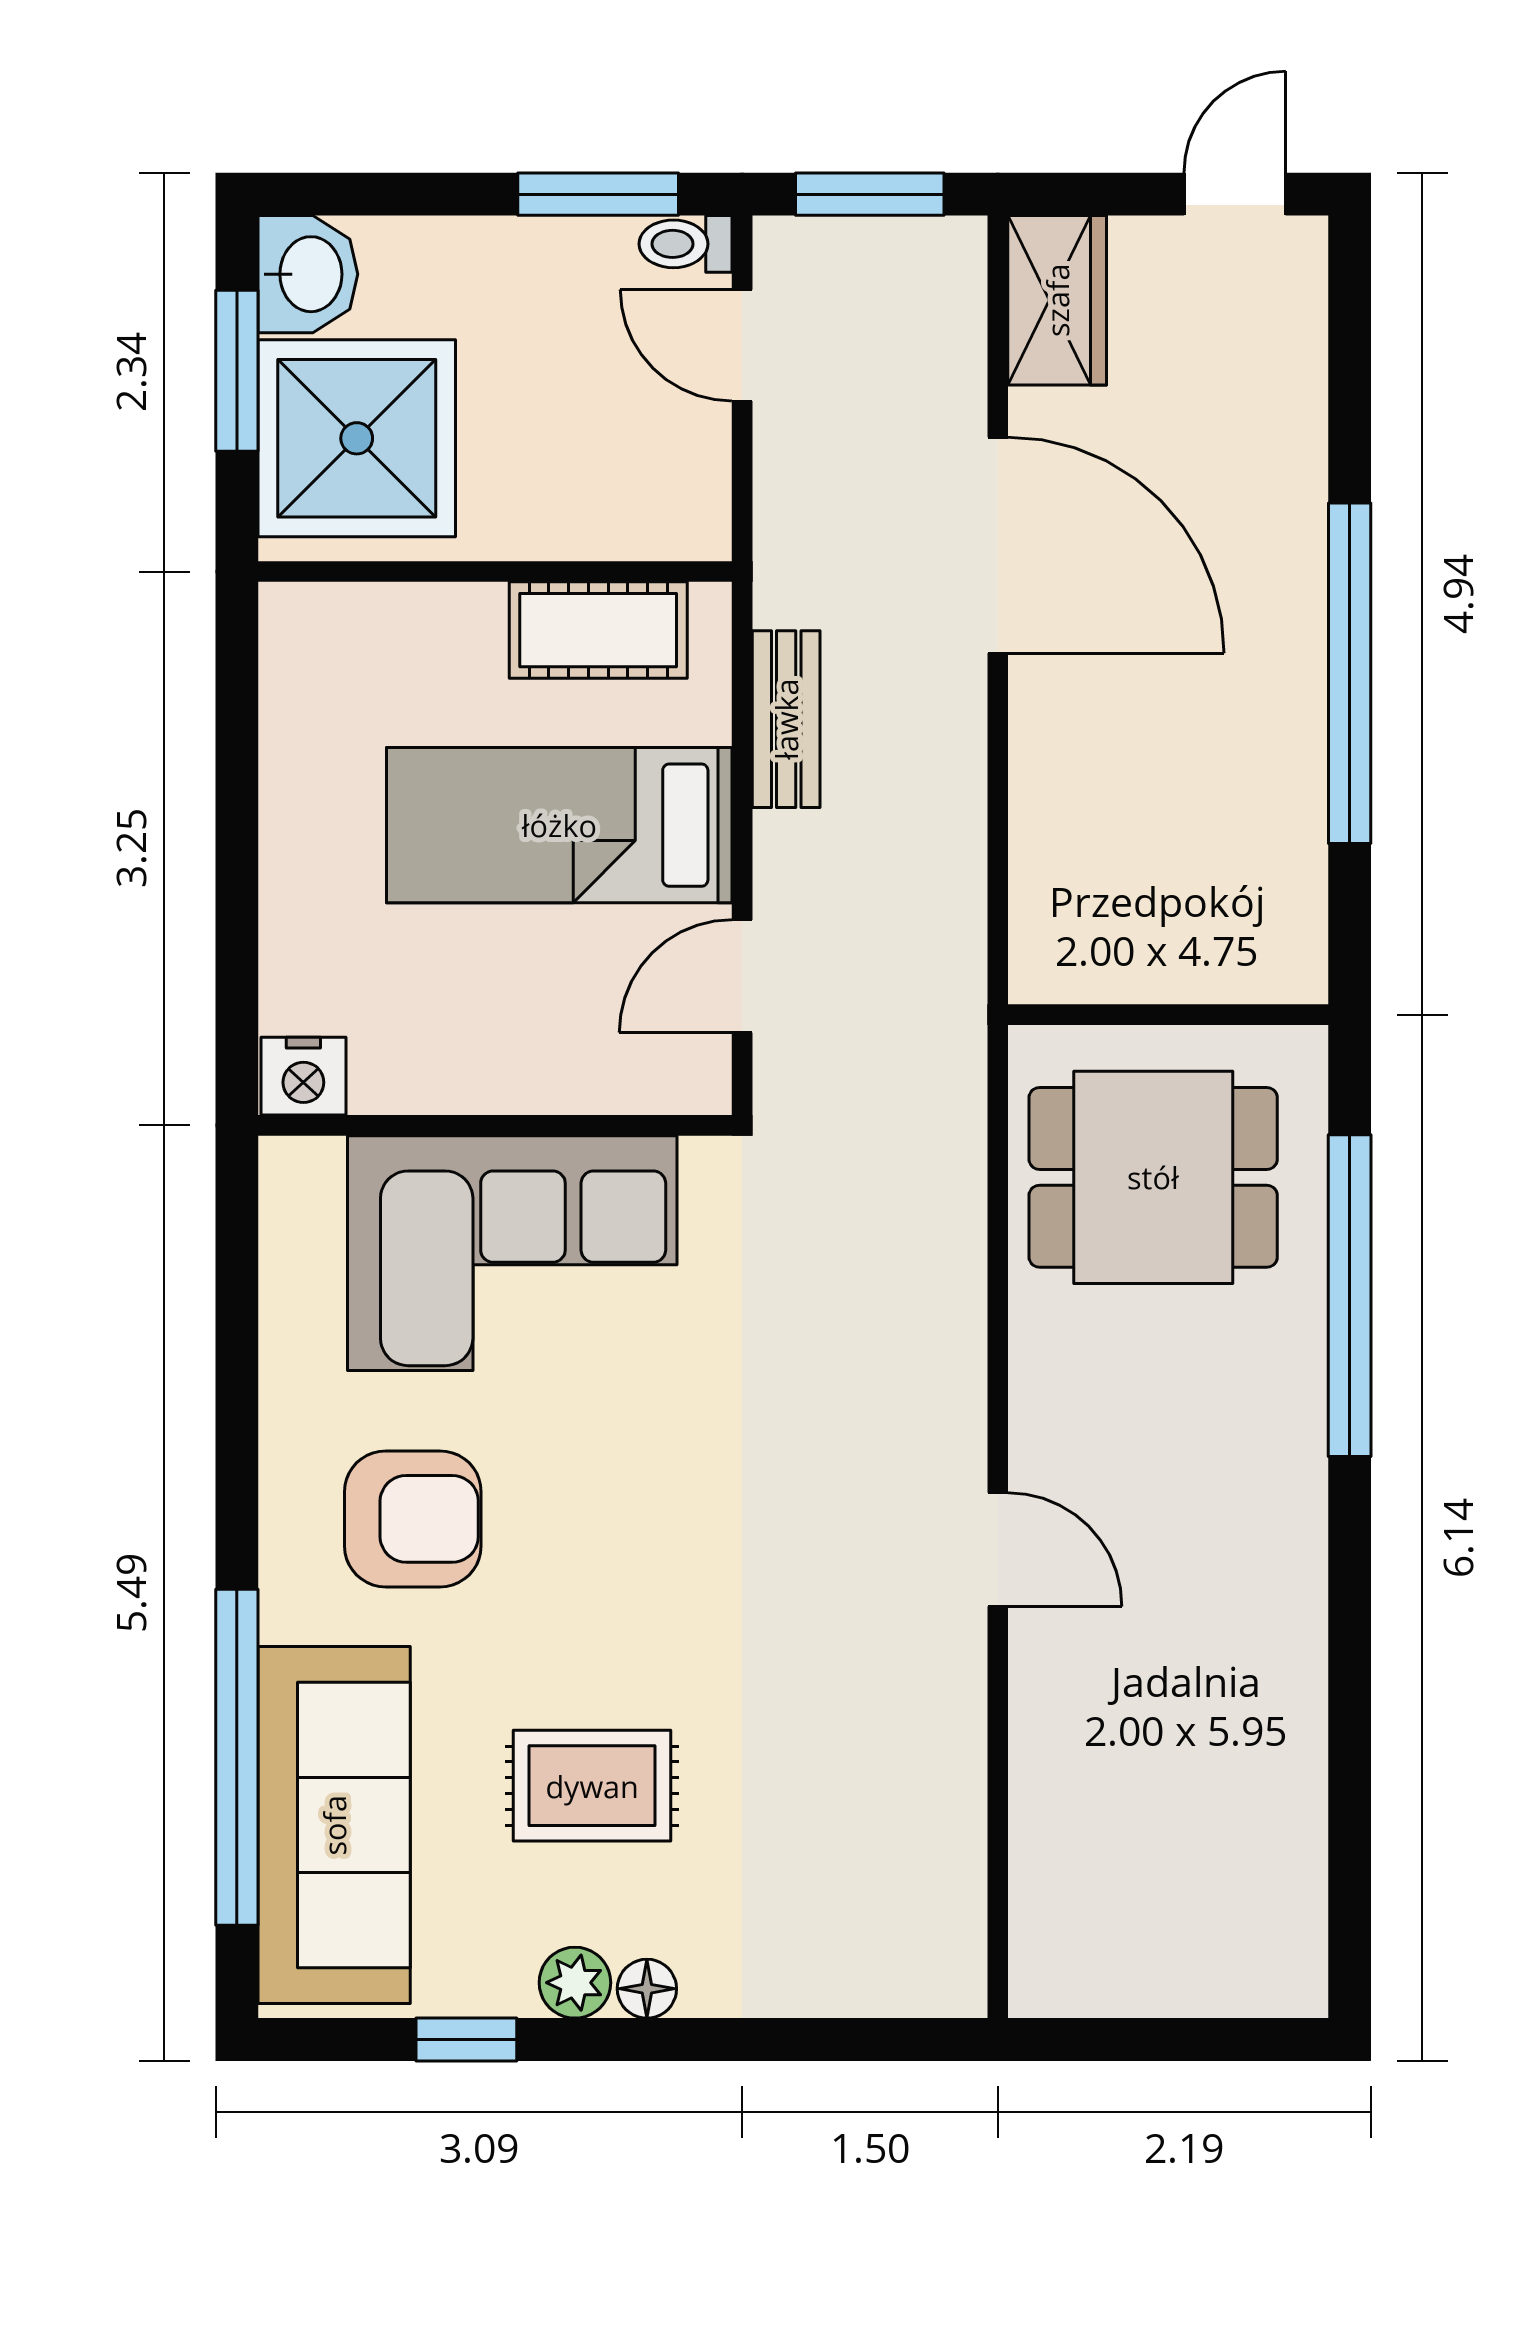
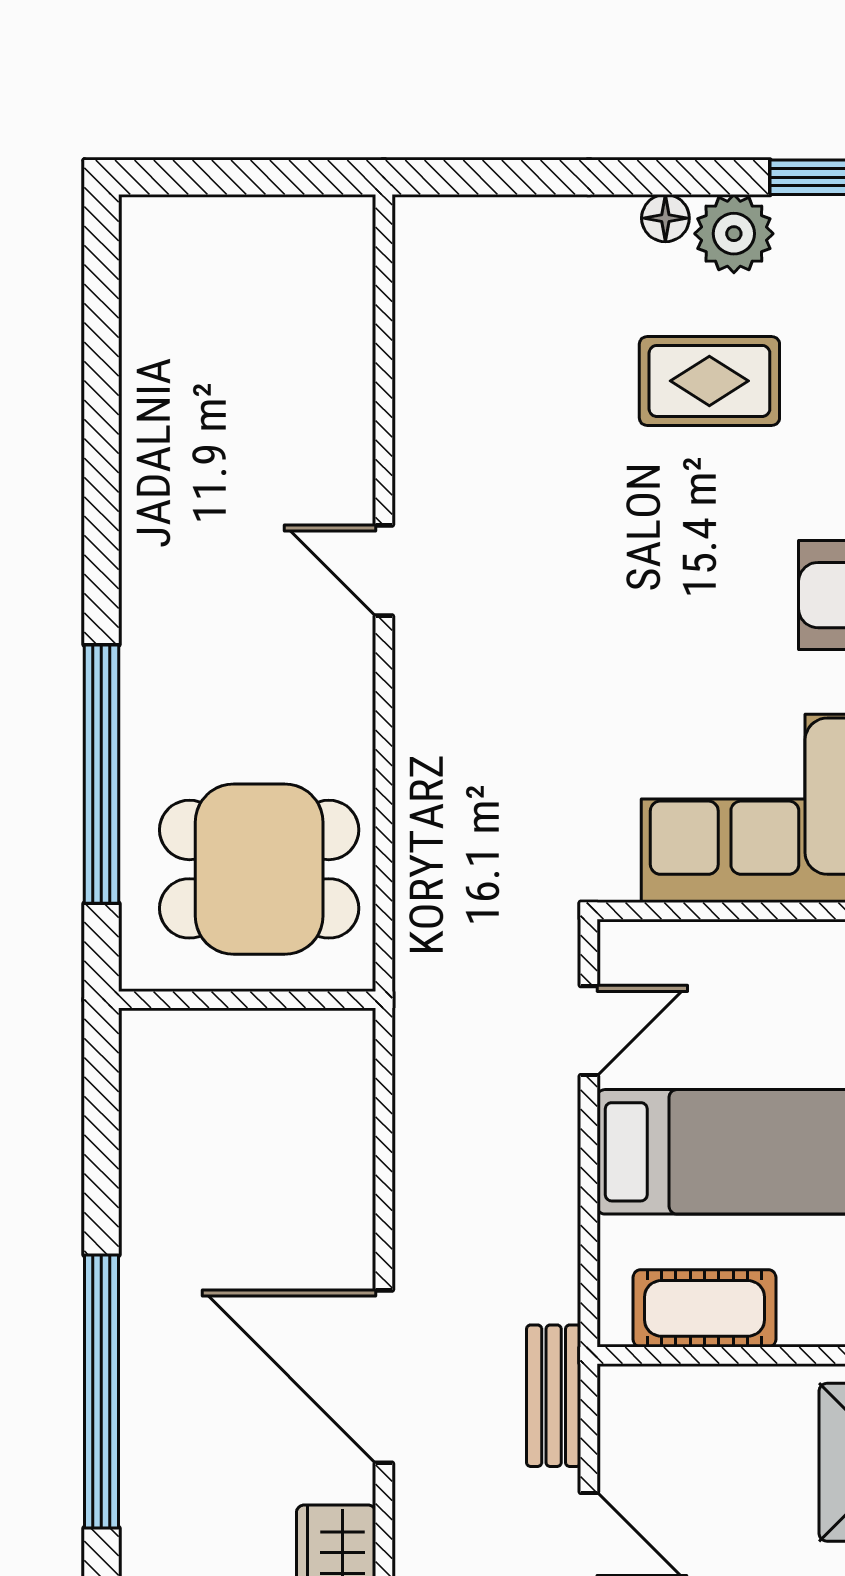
window: (1350, 673) -> (101, 1391), moved
bench: (786, 719) -> (554, 1396), moved
plant: (575, 1983) -> (734, 234), width x1.38, depth x1.38

